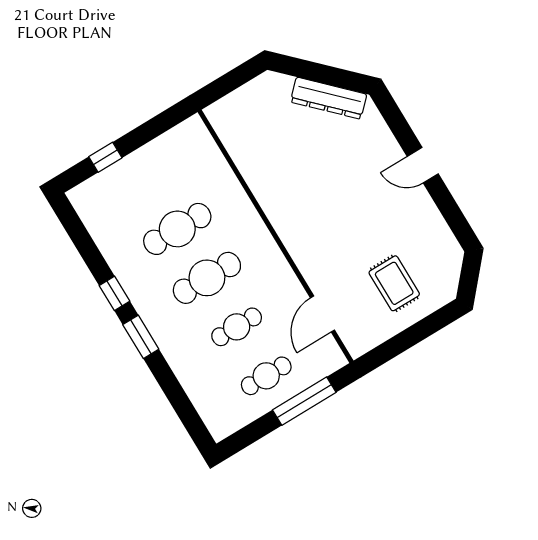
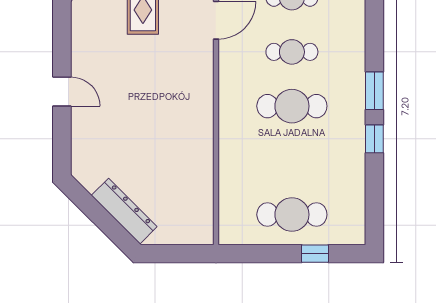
dresser: (329, 98) -> (124, 211), moved
cafe table: (177, 229) -> (292, 215), moved

